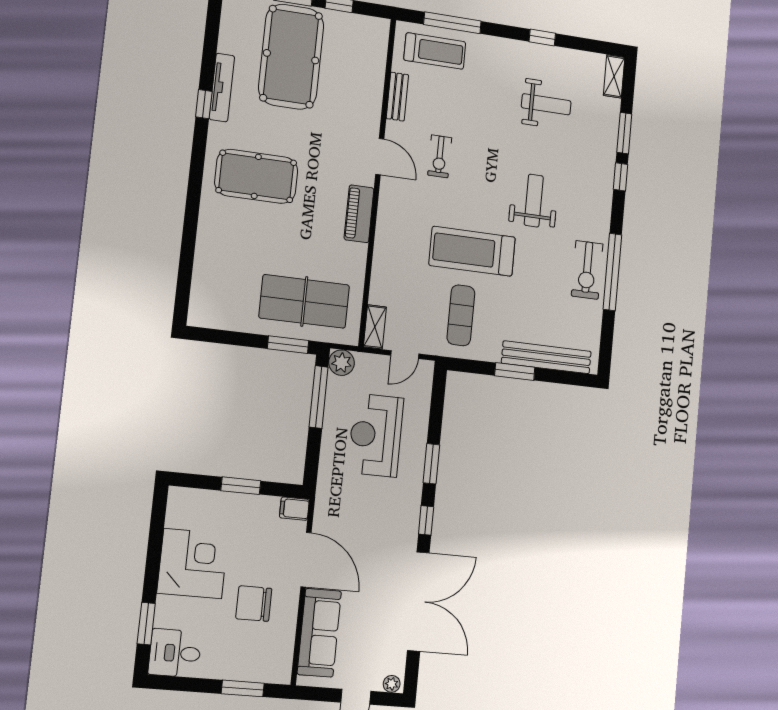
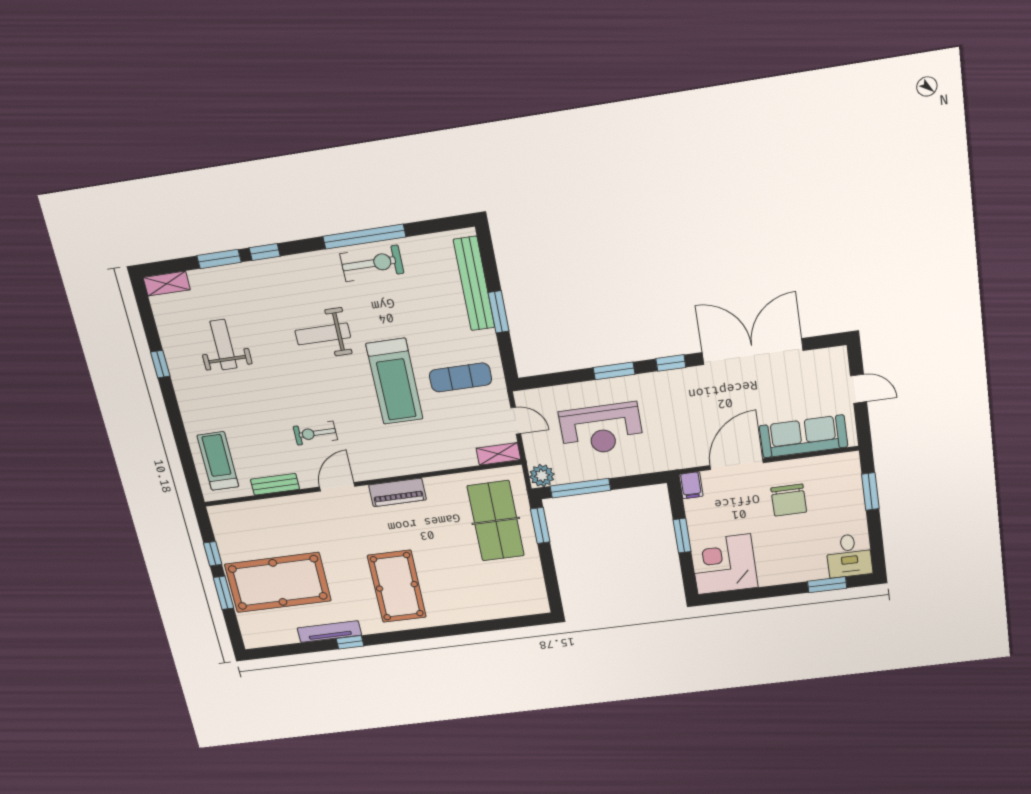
window: (452, 23) -> (184, 451), removed
exercise bike: (440, 156) -> (315, 433), turned 180
corner desk: (193, 564) -> (724, 564), moved
plant: (392, 684) -> (839, 358), removed

